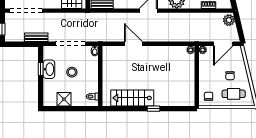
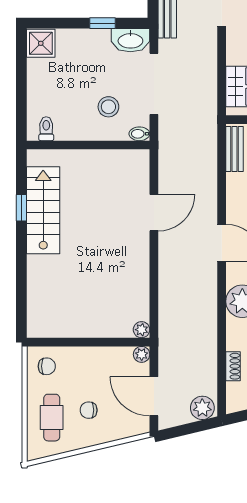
washbasin: (49, 69) -> (130, 40), moved
stool: (72, 72) -> (108, 107), moved
shower: (64, 99) -> (41, 43), moved
window: (153, 109) -> (21, 208), moved

